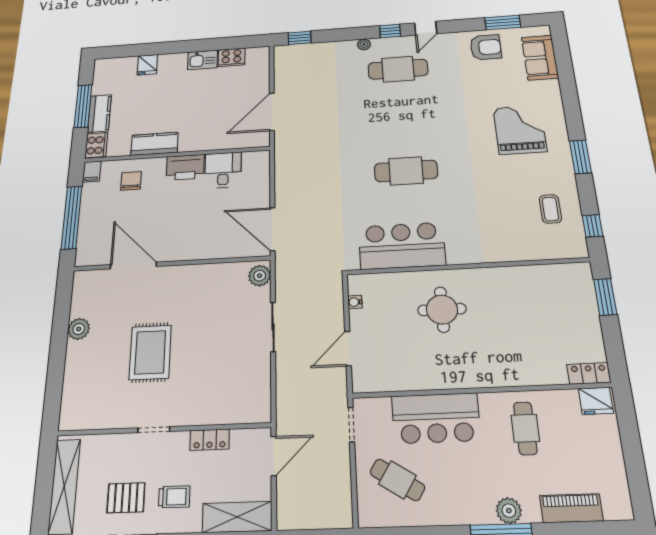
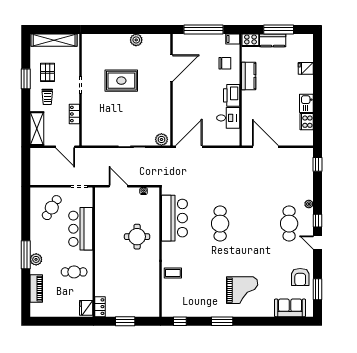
coffee table: (550, 209) -> (173, 273), moved
window: (605, 297) -> (125, 321), moved

